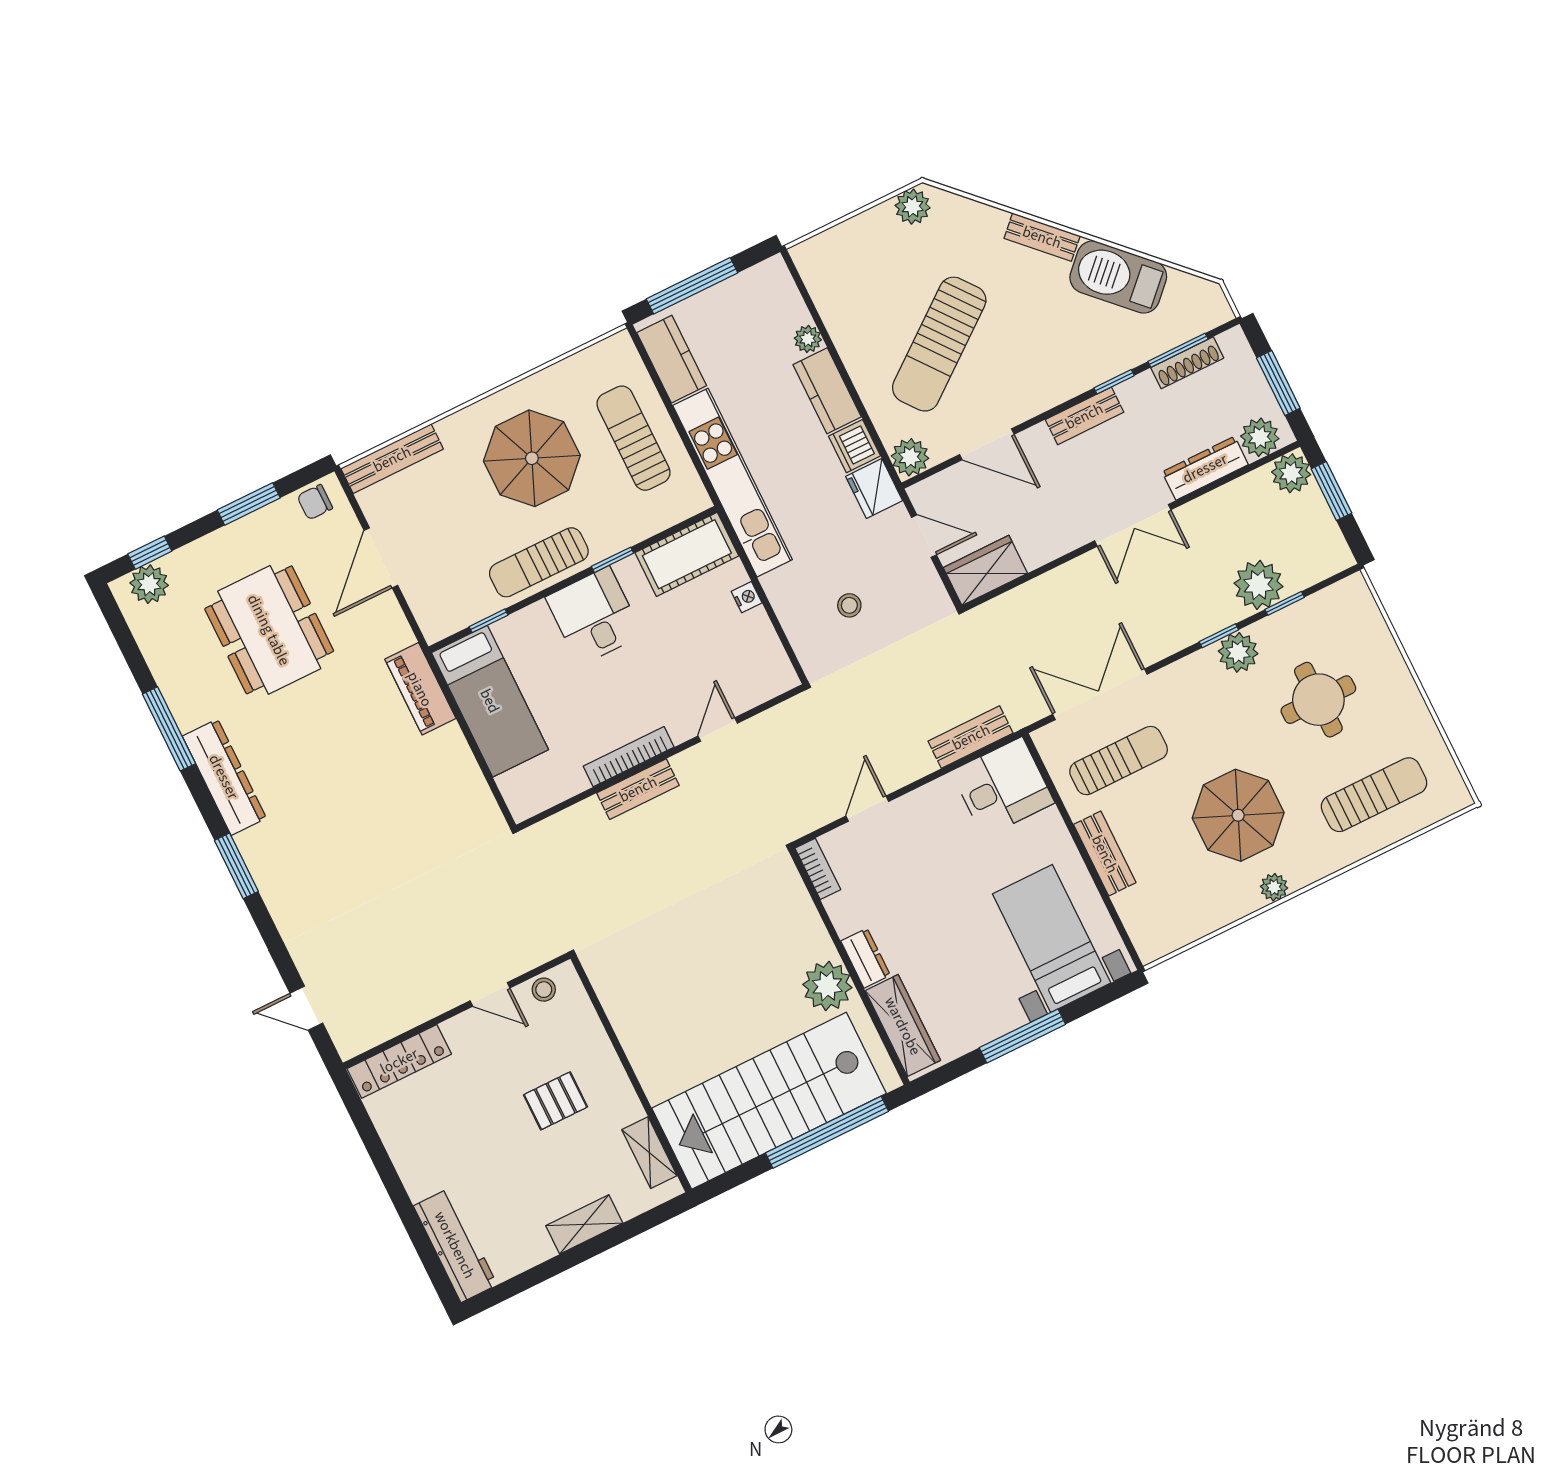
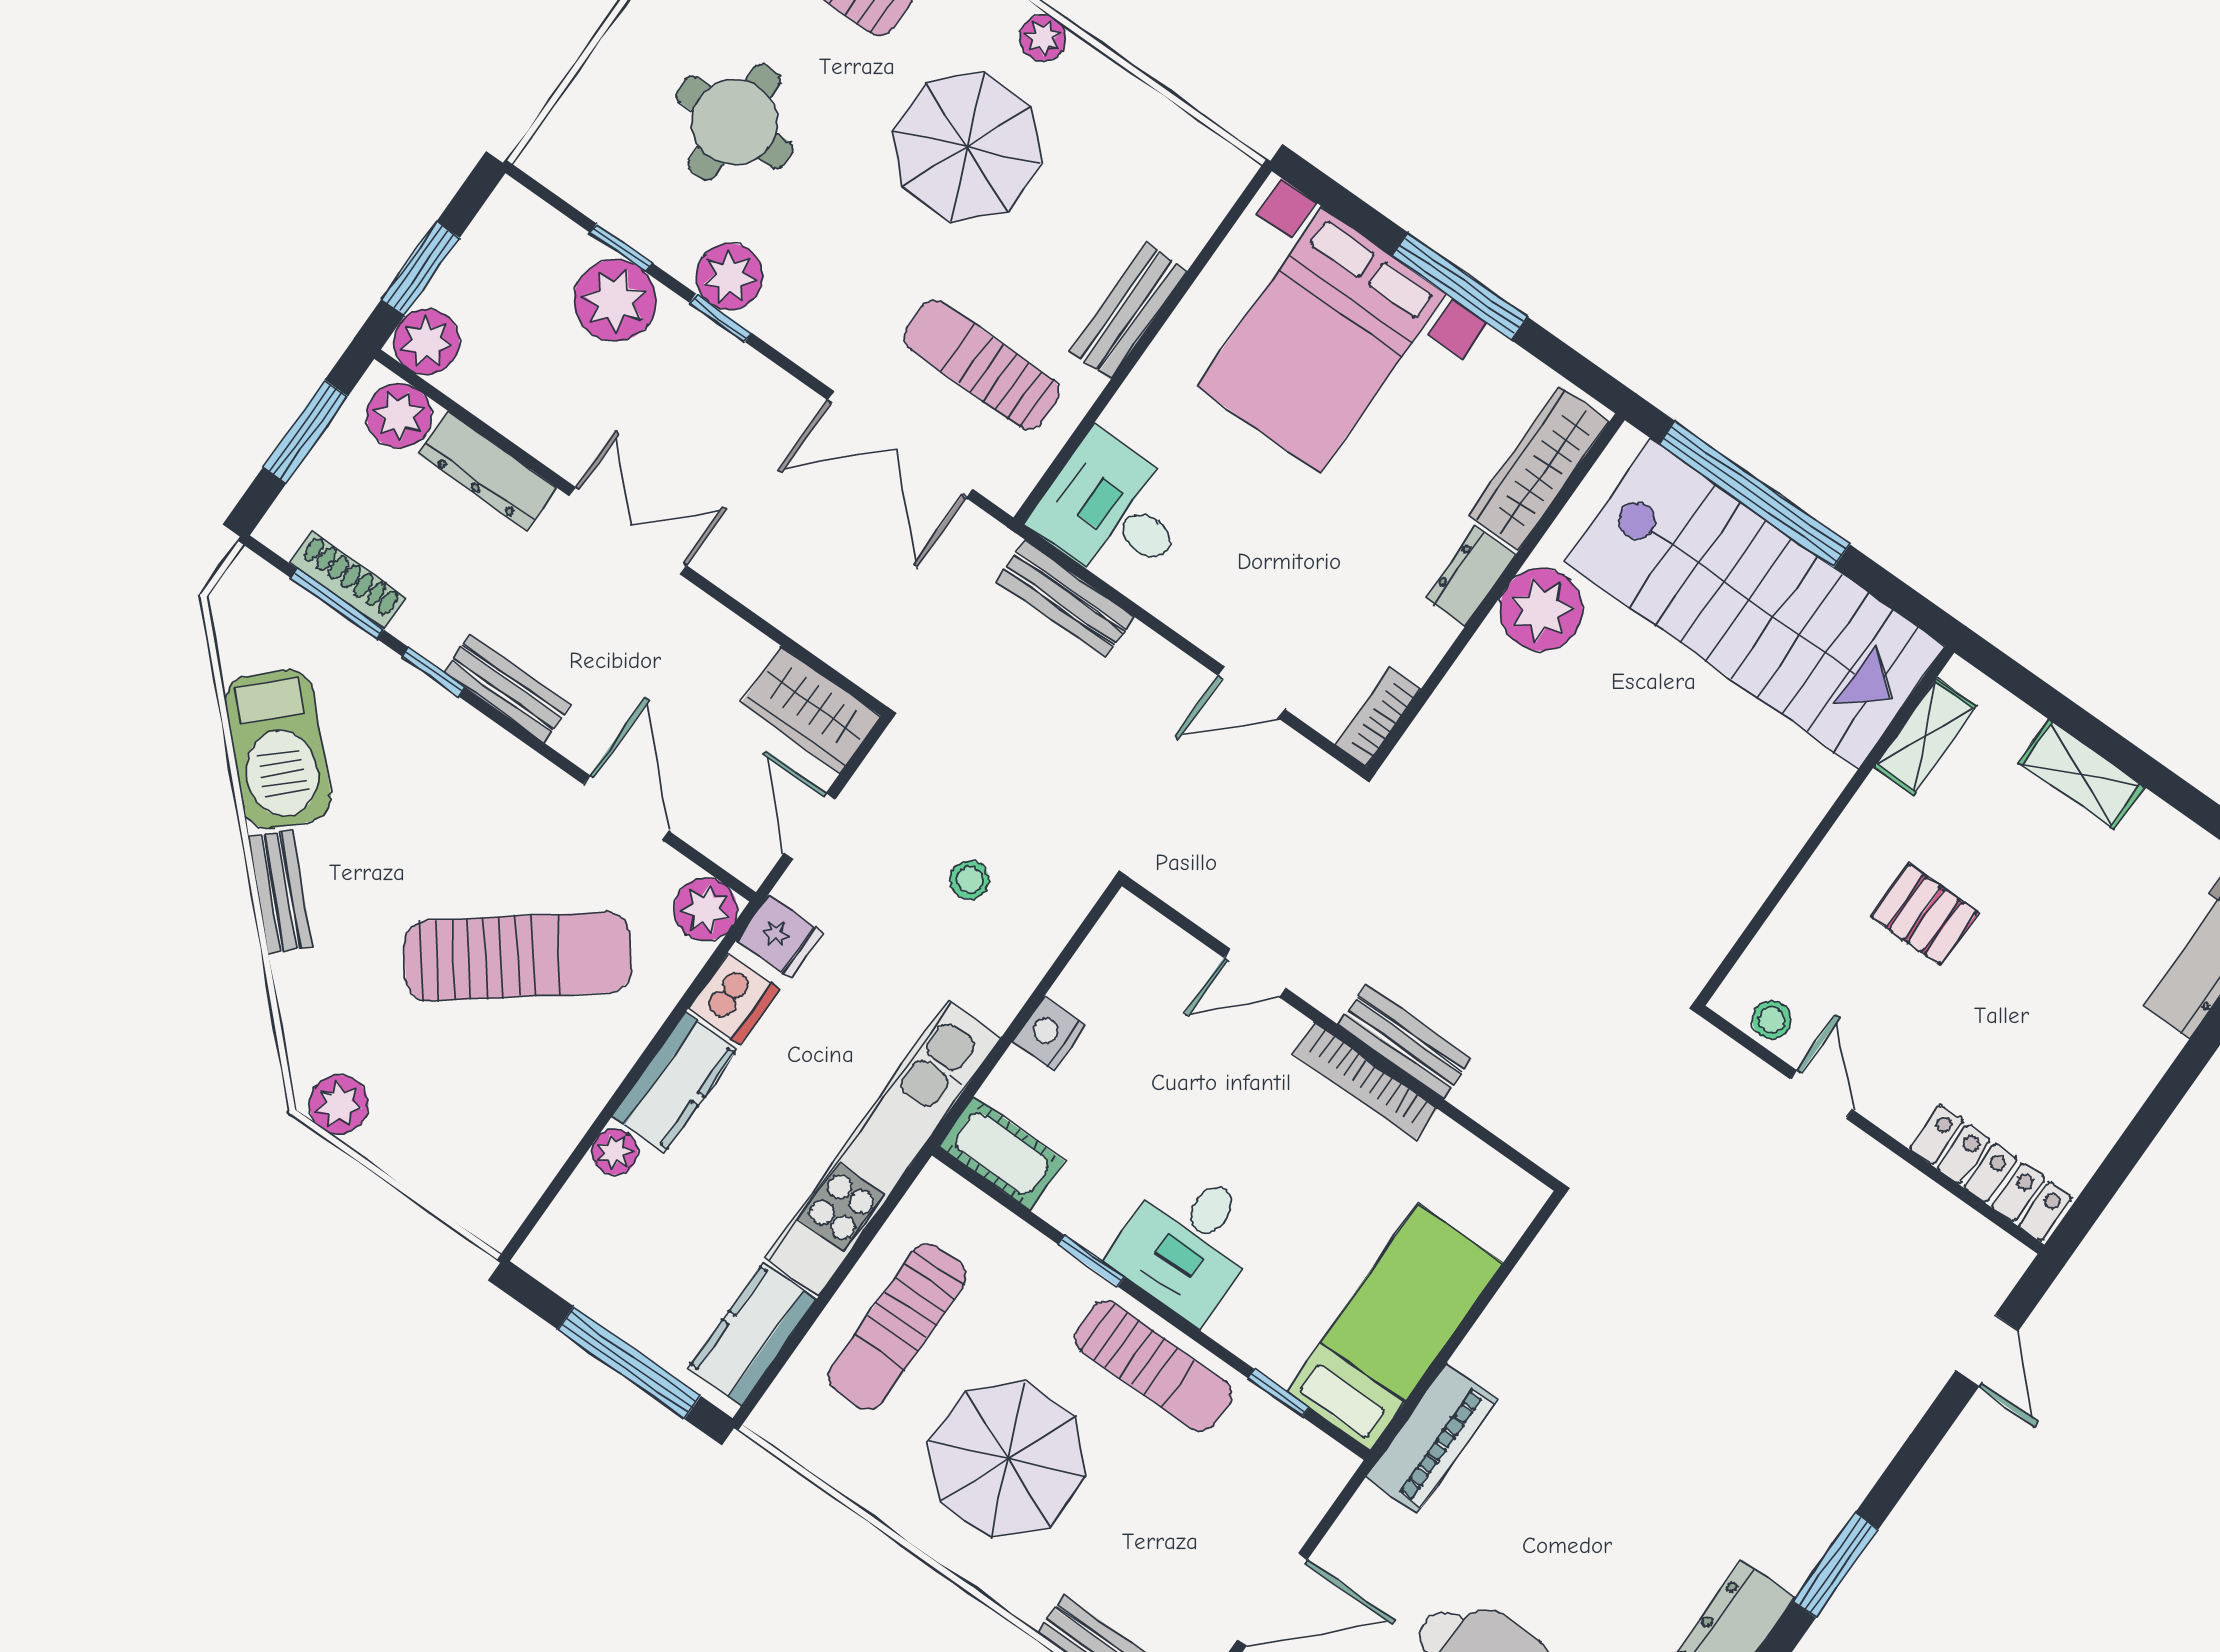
fridge: (874, 489) -> (780, 937), width x0.72
cot: (687, 554) -> (1002, 1154), width x0.73, depth x0.75
nightstand: (747, 597) -> (1049, 1034), width x1.39, depth x1.35
bed with nightstands: (1052, 938) -> (1321, 340), width x1.36

